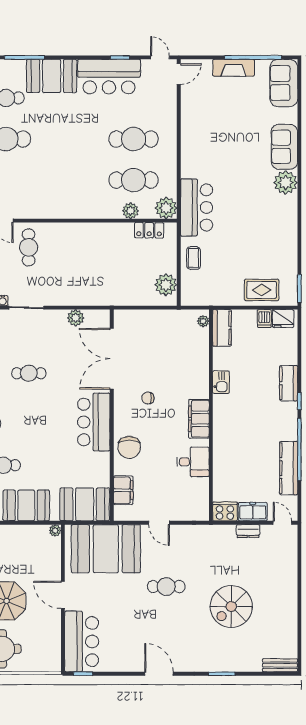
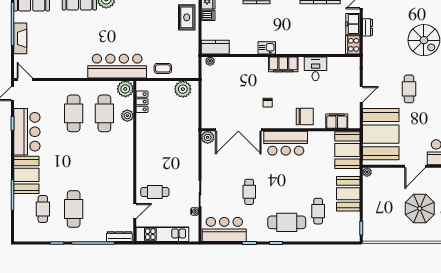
bar counter: (197, 207) -> (117, 66), width x1.36
plant: (76, 318) -> (208, 137), moved
kitchen sink: (221, 382) -> (267, 48), moved

